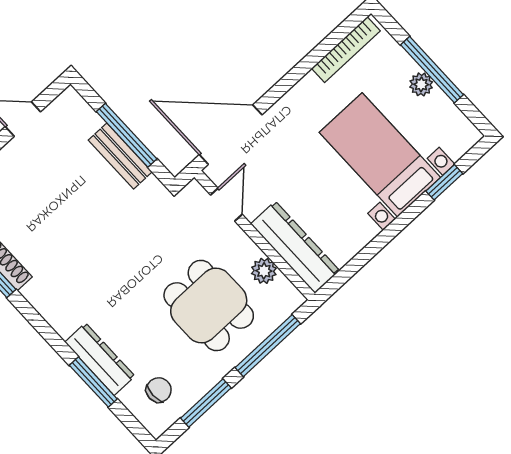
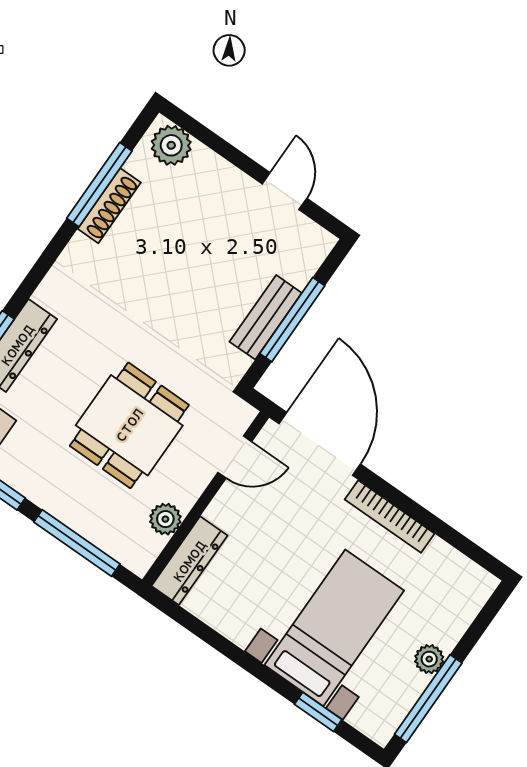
bookcase: (346, 50) -> (390, 516), moved
window: (432, 70) -> (428, 699), moved
dresser: (295, 247) -> (189, 561), width x0.73, depth x0.80
dining table: (209, 305) -> (129, 425), moved

